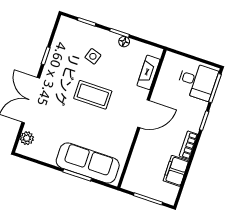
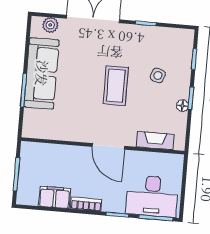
desk: (197, 81) -> (152, 196), width x1.37
sofa: (88, 163) -> (42, 73), moved

